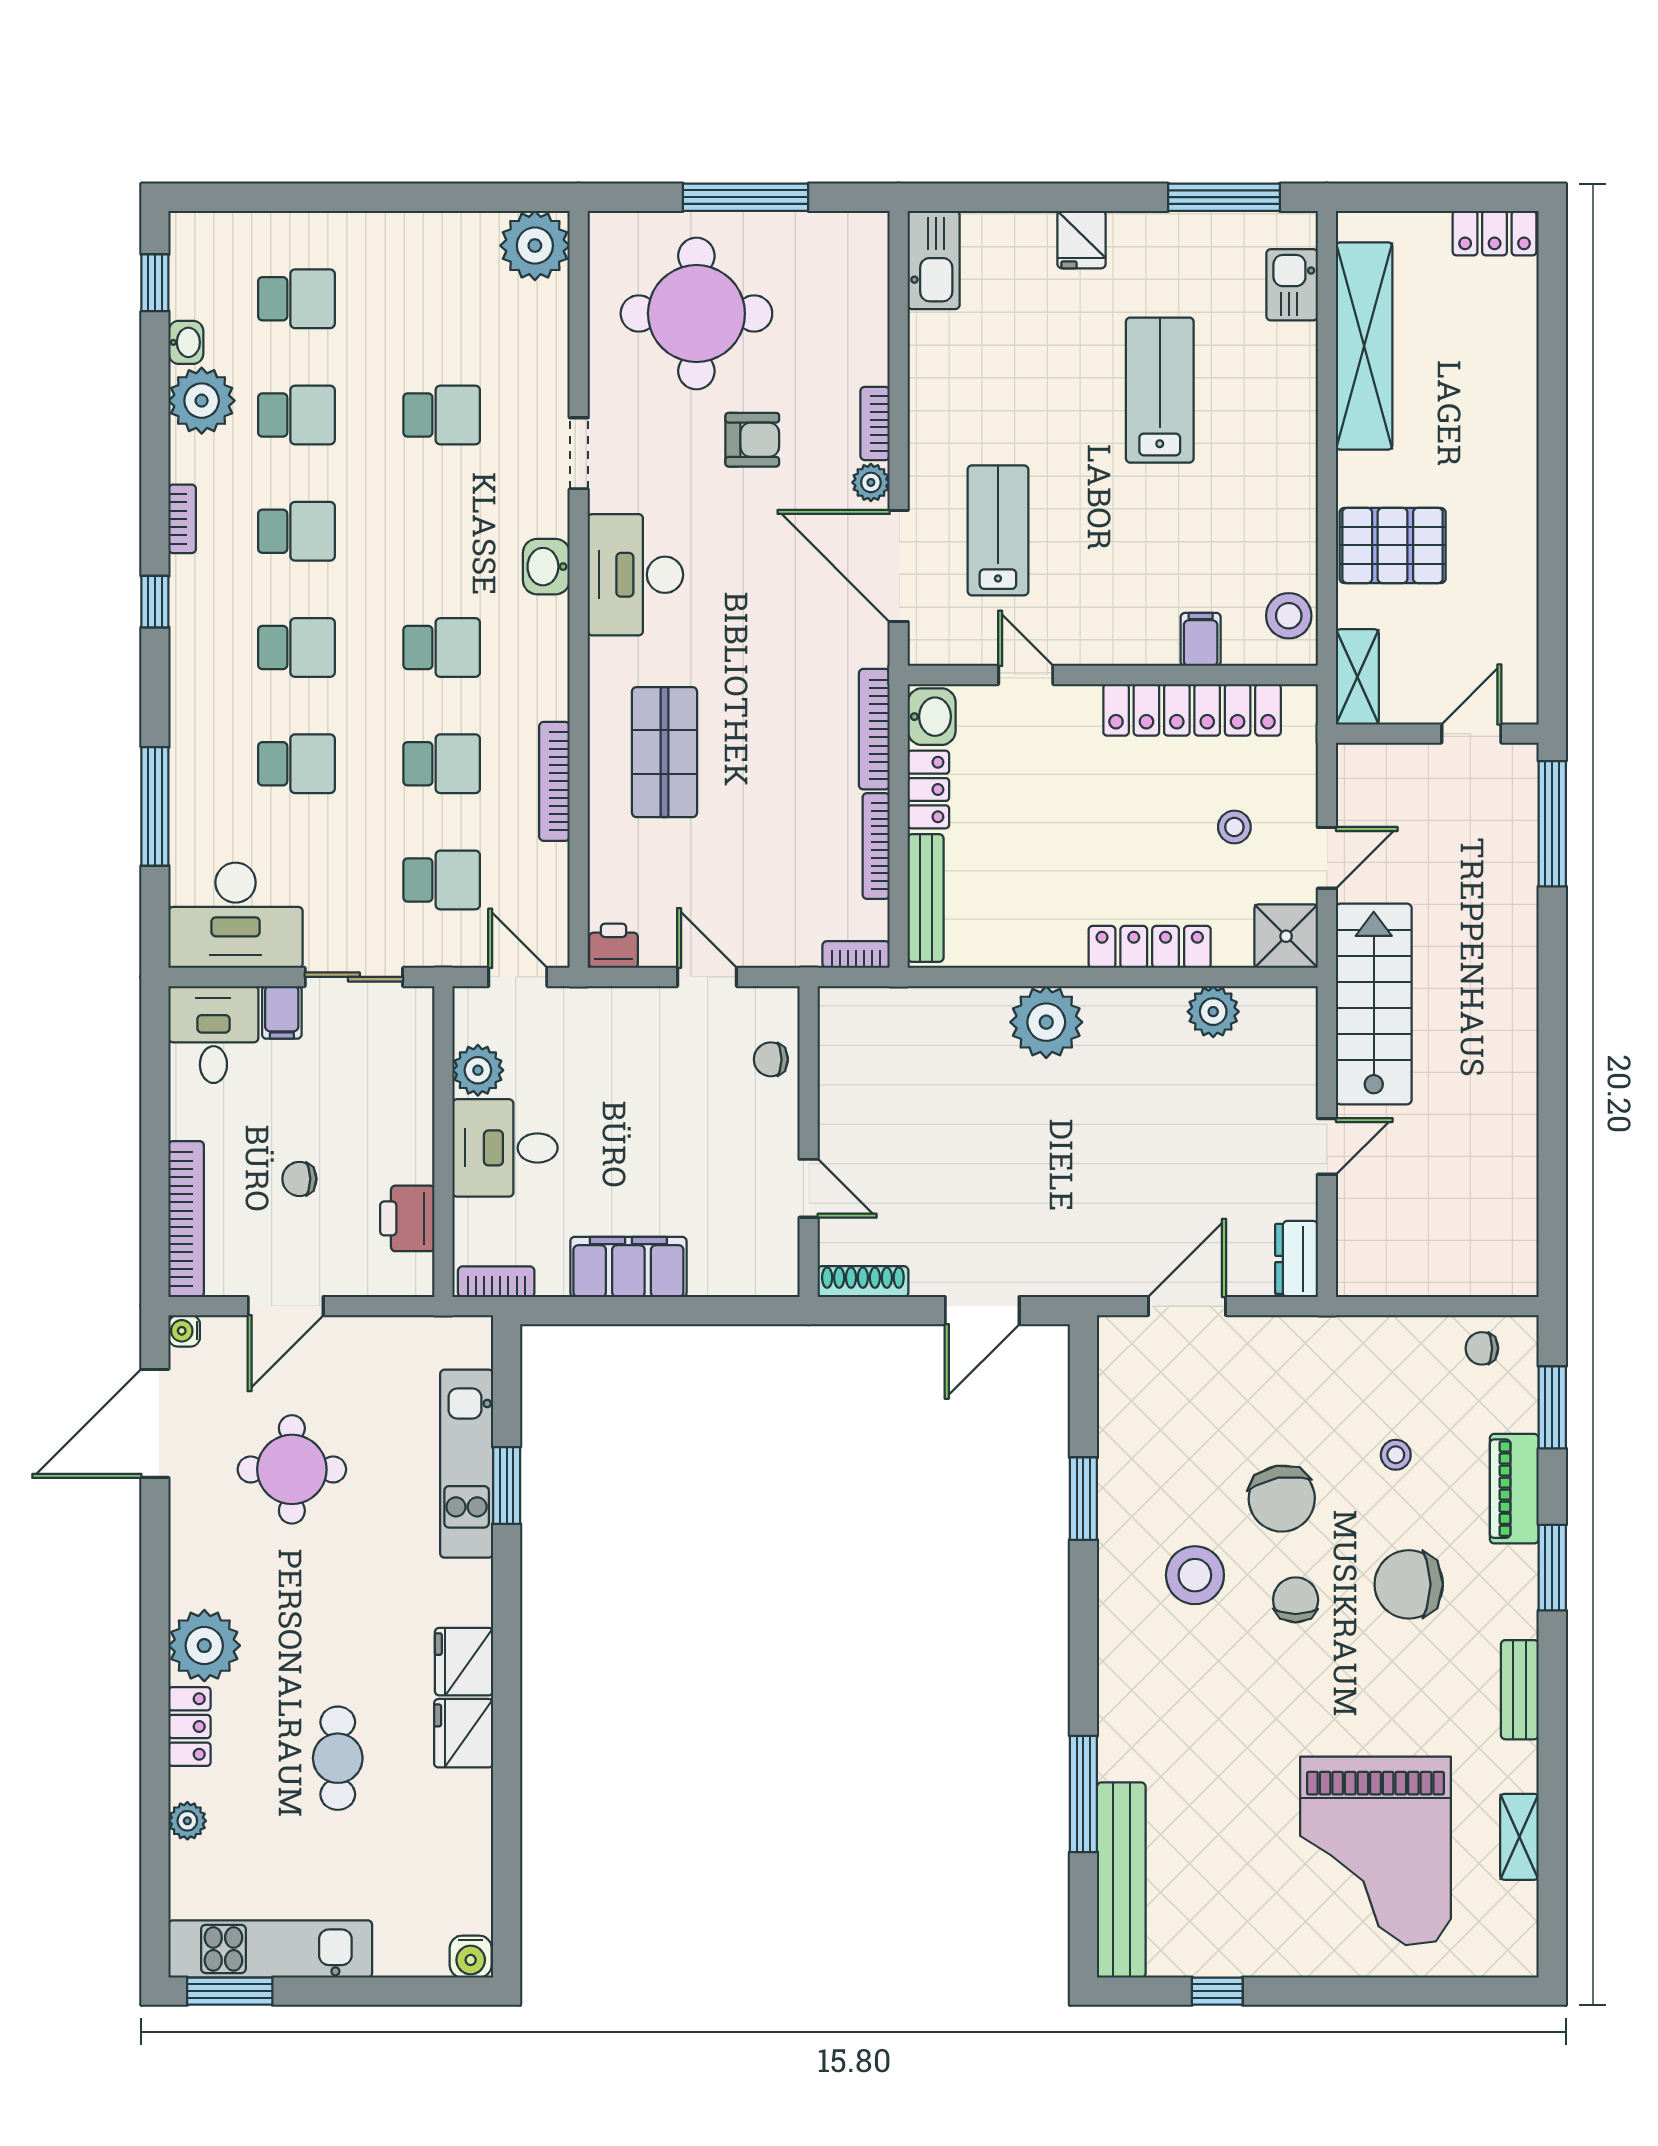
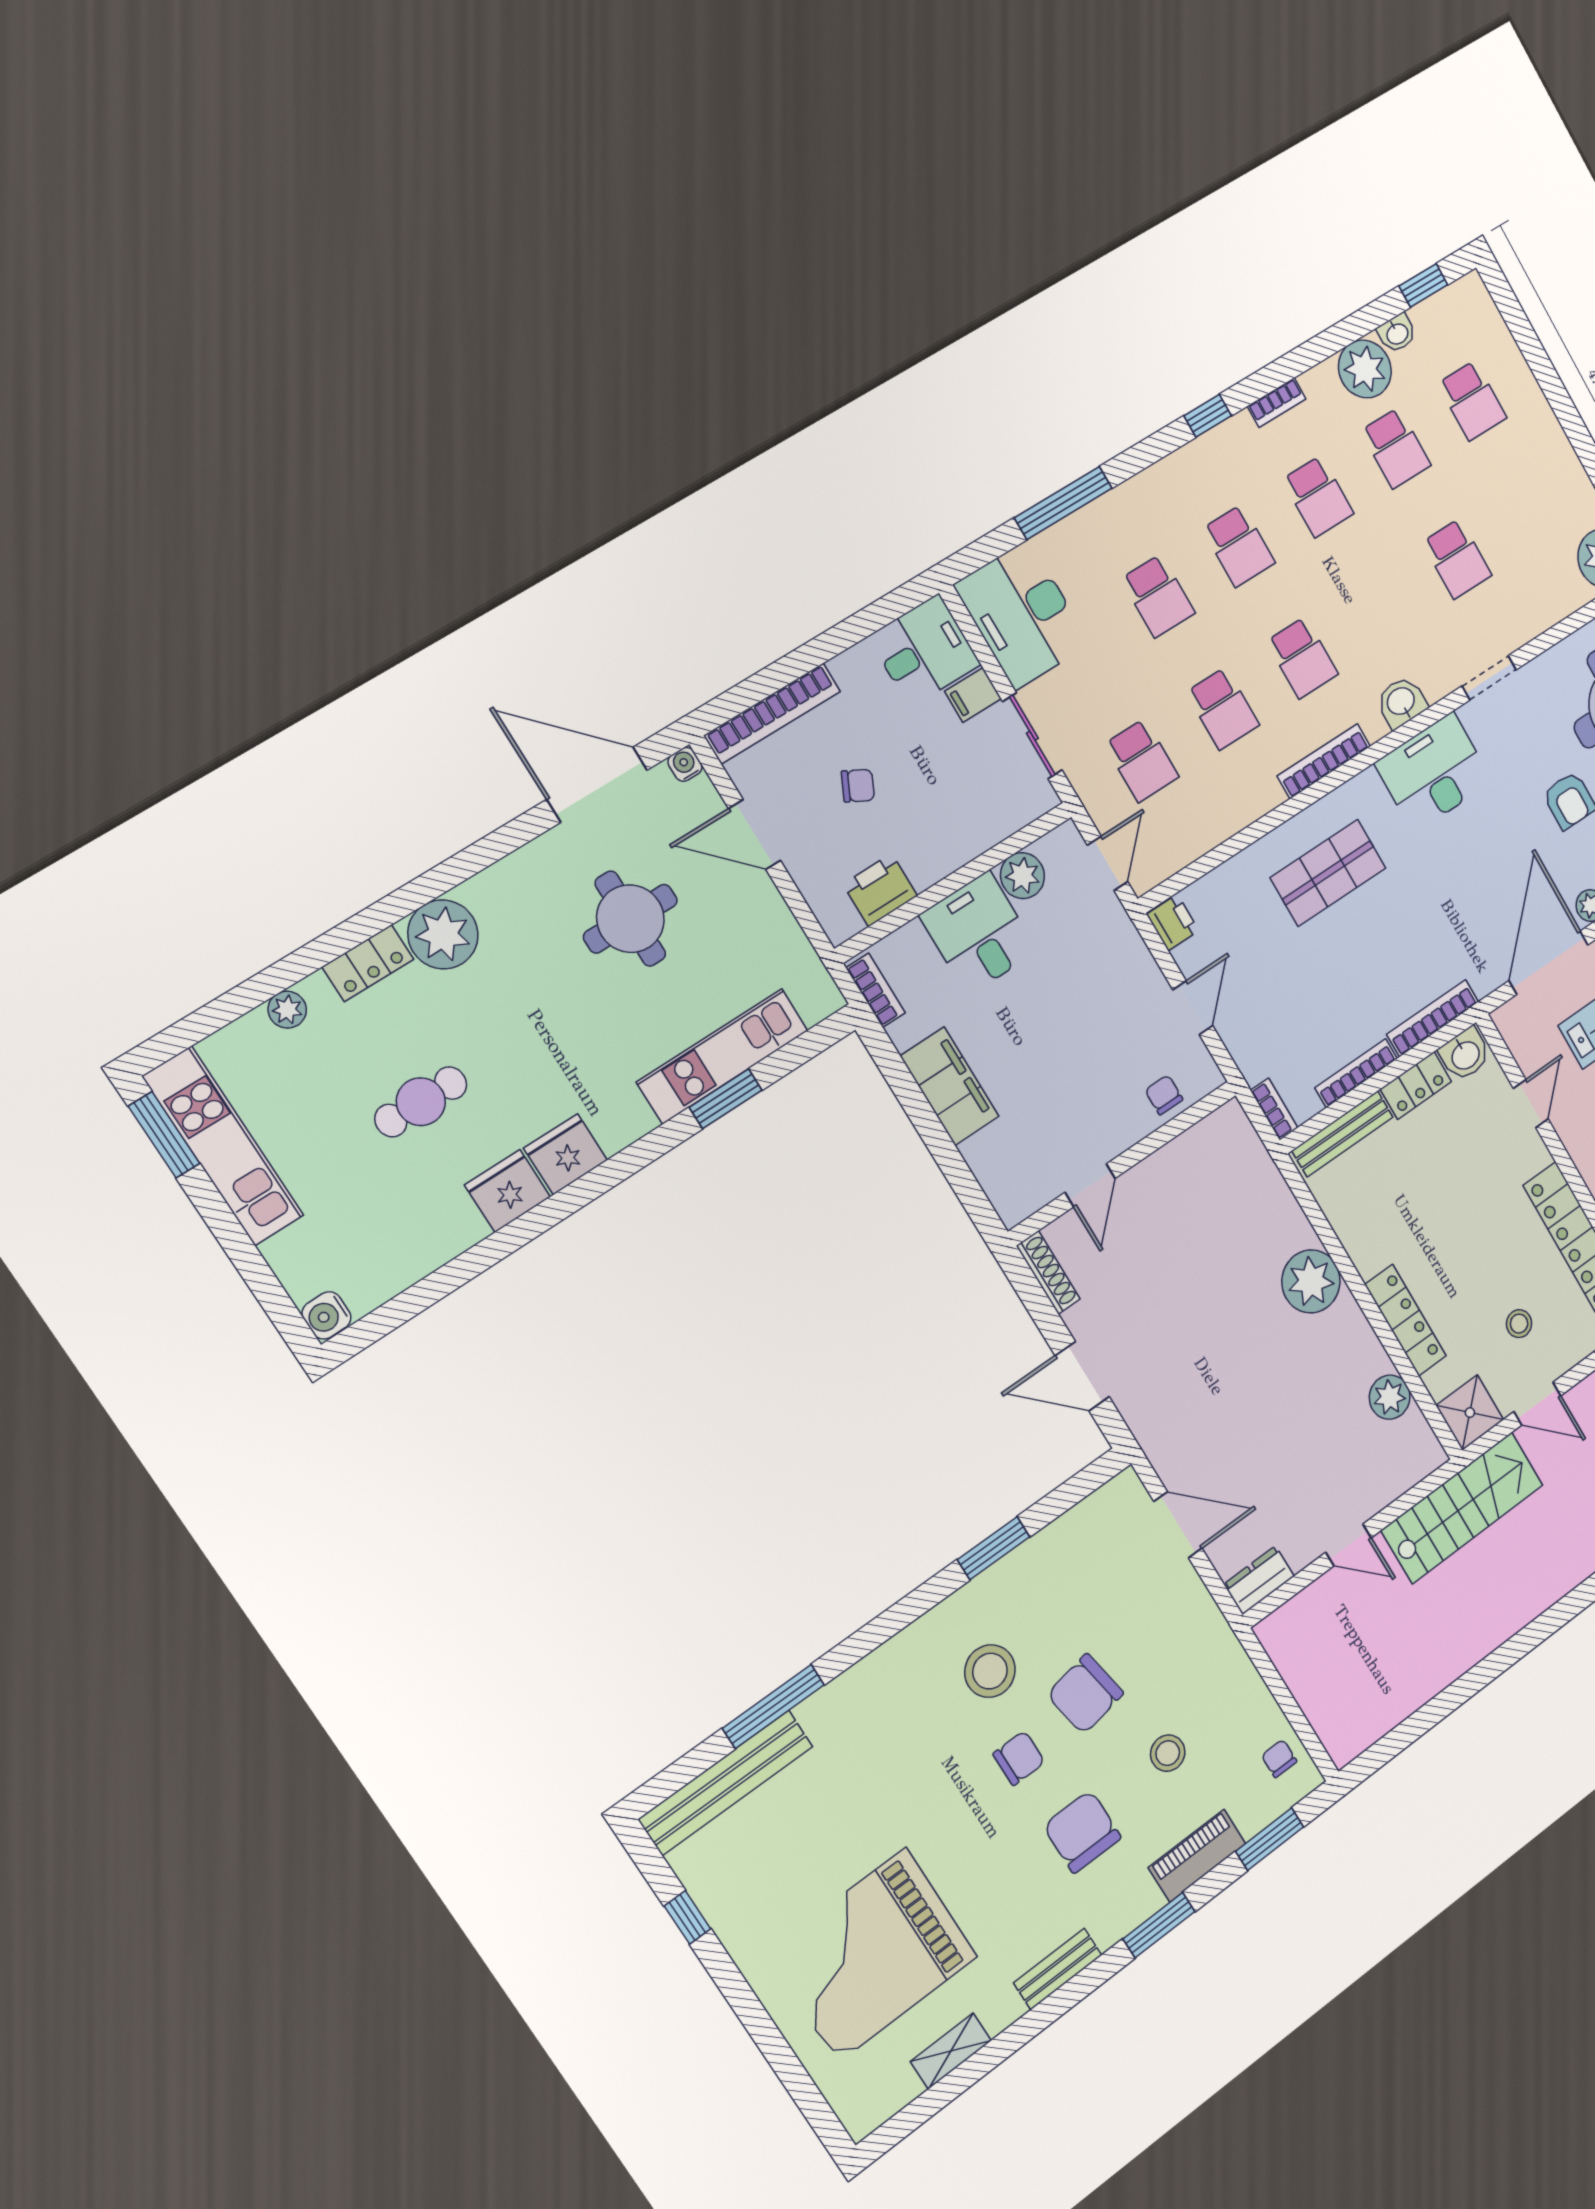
bookcase: (554, 781) -> (1324, 761), moved
chair: (299, 1179) -> (858, 786), turned 117
stool: (1396, 1455) -> (1168, 1753), width x1.37, depth x1.37

